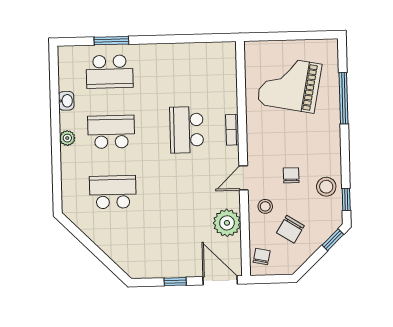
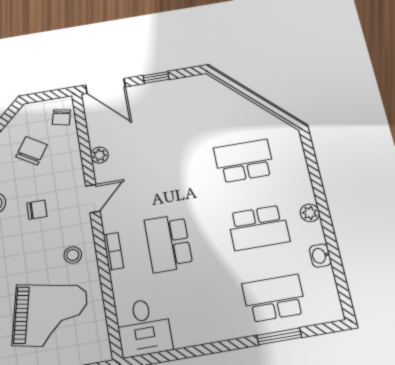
desk: (216, 64) -> (144, 327), added
school desk: (187, 130) -> (168, 243), turned 180
chair: (291, 175) -> (37, 210), turned -90
school desk: (113, 192) -> (244, 161), turned 180
stool: (265, 206) -> (73, 255), moved
plant: (227, 223) -> (99, 155), width x0.53, depth x0.53

